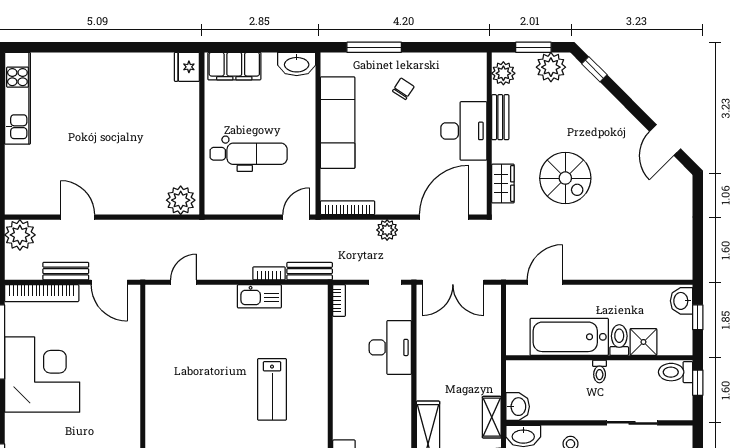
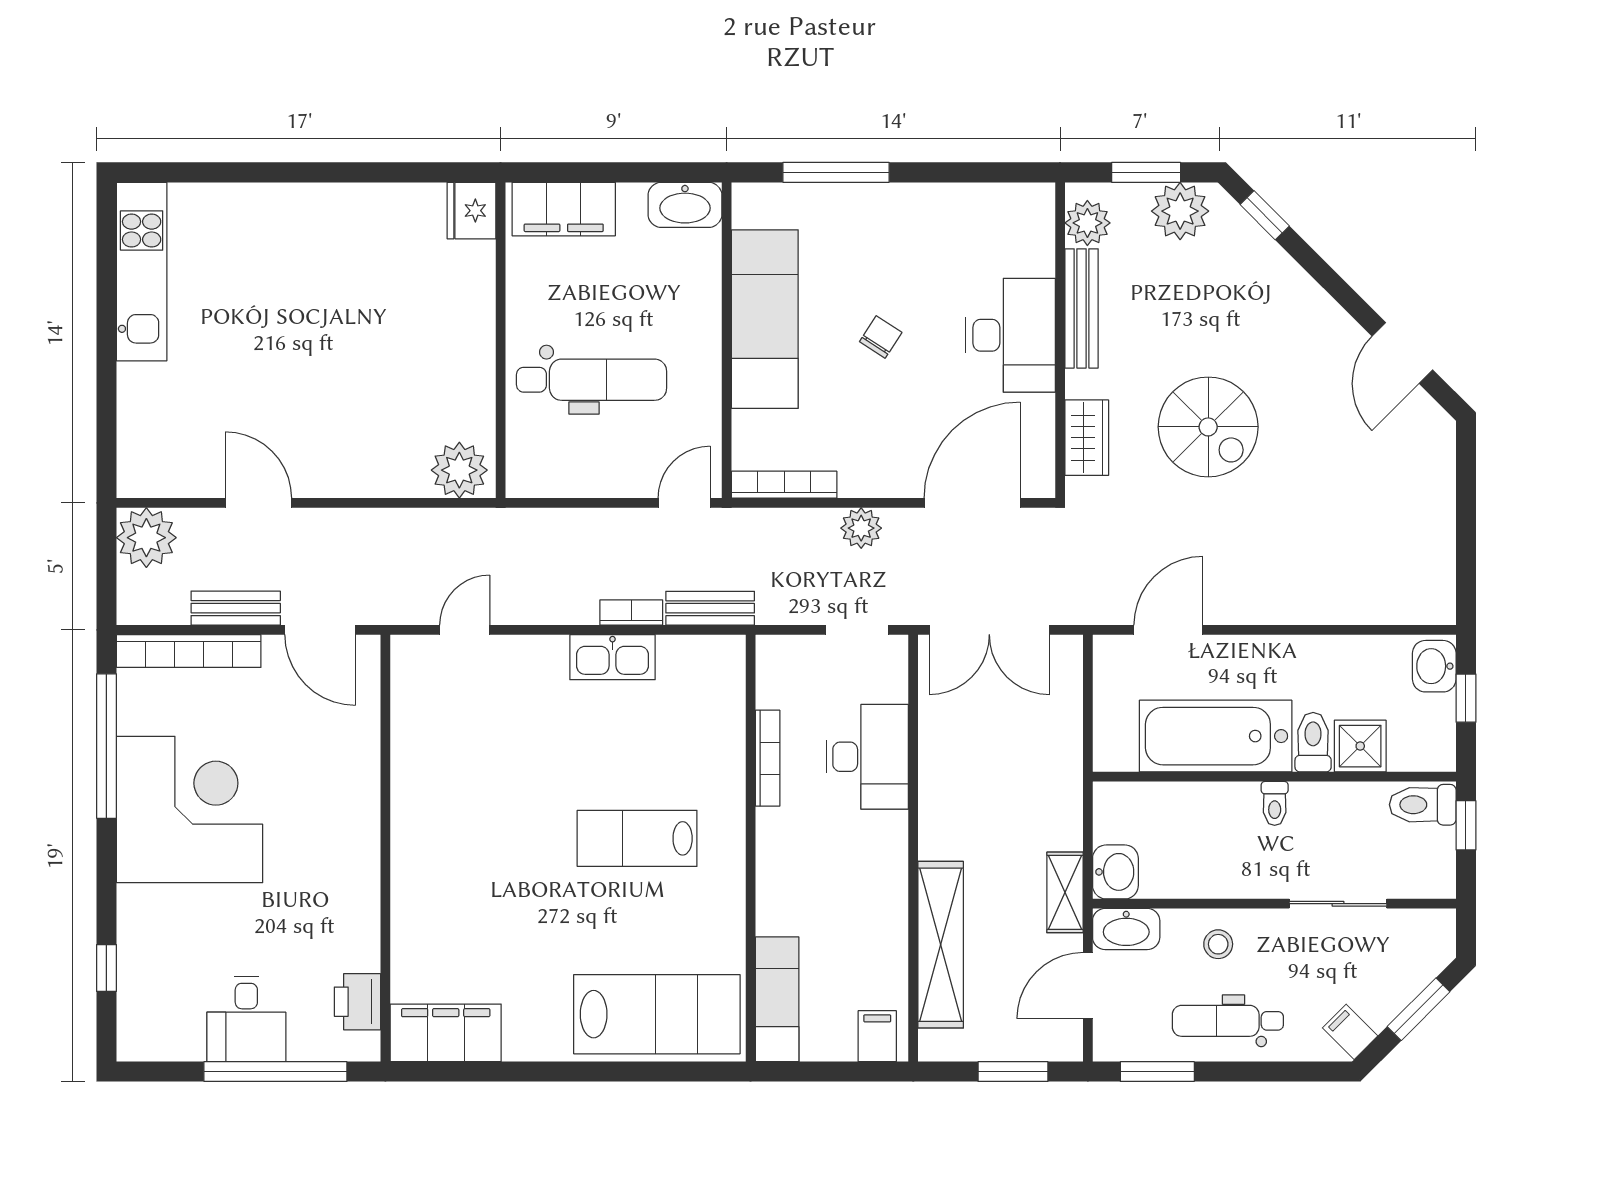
chair: (403, 89) -> (881, 337), moved
bench: (500, 117) -> (1081, 308), width x1.36
bookcase: (339, 301) -> (768, 758), moved, width x1.56
lab bench: (272, 389) -> (637, 838), turned 90

